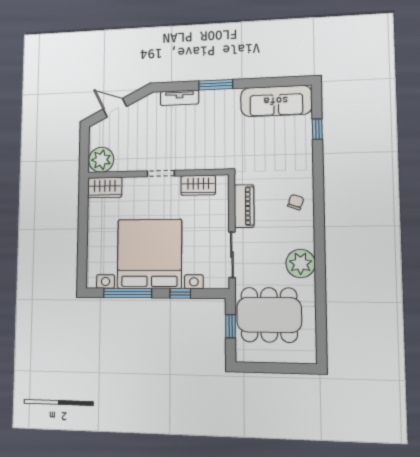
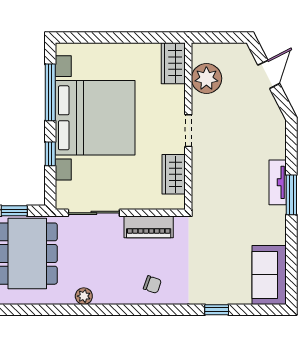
tv unit: (180, 98) -> (278, 182), moved
sofa: (276, 101) -> (269, 275), width x0.73
window: (317, 129) -> (217, 310), moved
plant: (101, 160) -> (206, 78), moved
plant: (301, 263) -> (84, 296), width x0.53, depth x0.53

